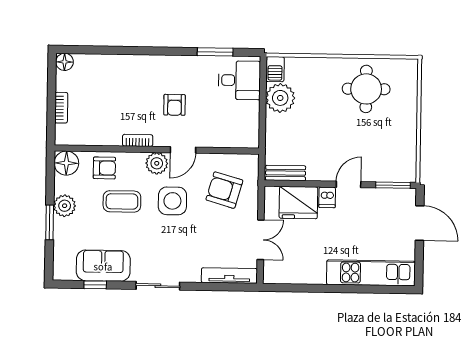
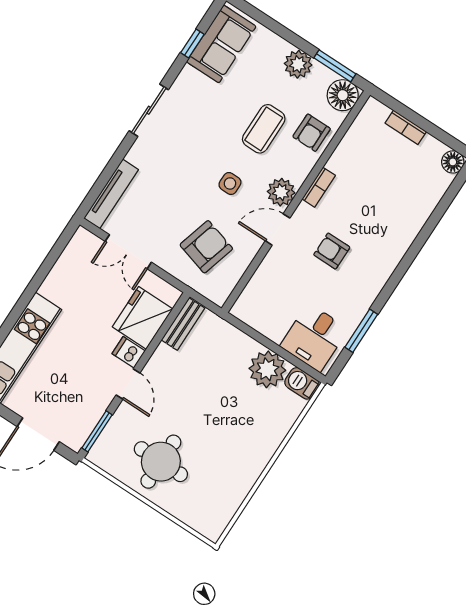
round table: (366, 89) -> (161, 462), moved
door: (183, 150) -> (278, 229), hinge flipped
side table: (172, 201) -> (230, 183), width x0.54, depth x0.54
window: (50, 222) -> (335, 66), moved
sofa: (103, 266) -> (221, 44), moved

